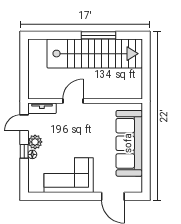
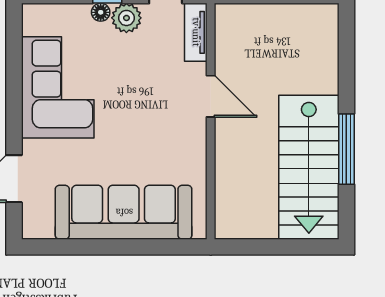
stairs: (95, 54) -> (309, 167), width x0.73

